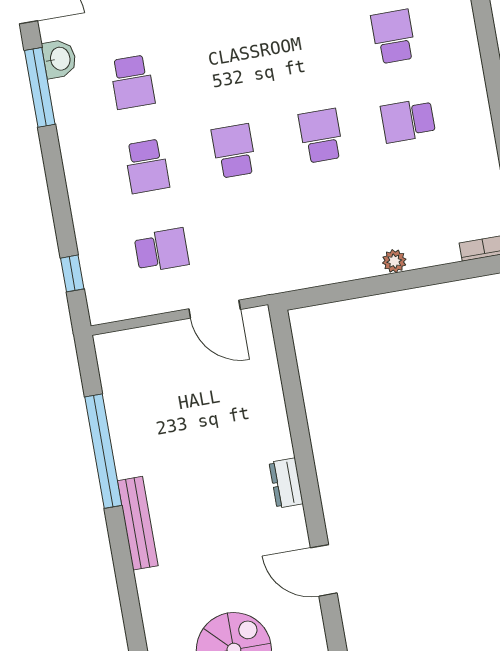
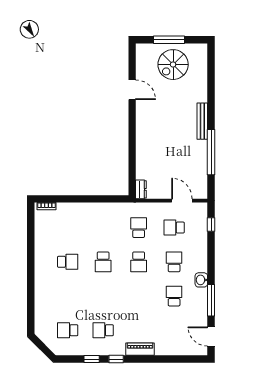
school desk: (393, 37) -> (139, 228), moved, turned 180
washbasin: (59, 59) -> (201, 280), moved
plant: (394, 261) -> (83, 207), removed
door: (215, 309) -> (182, 201), moved
dresser: (286, 483) -> (141, 189), moved

